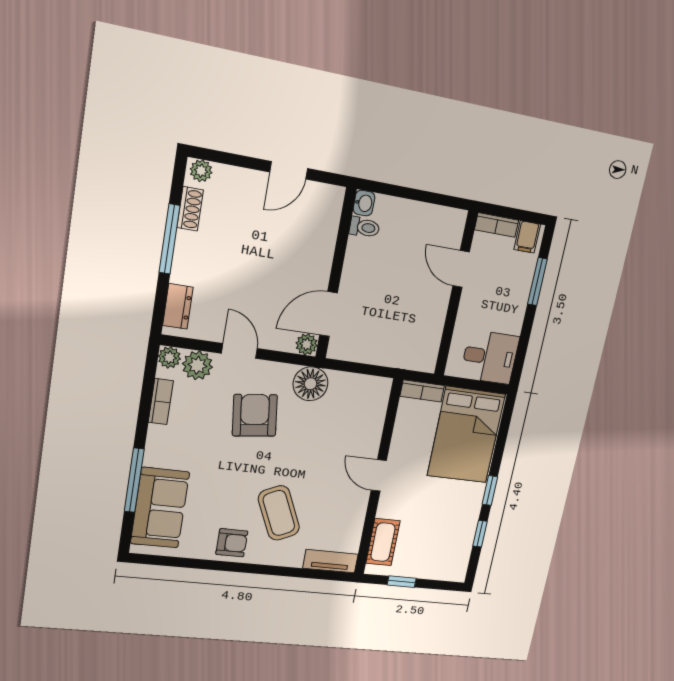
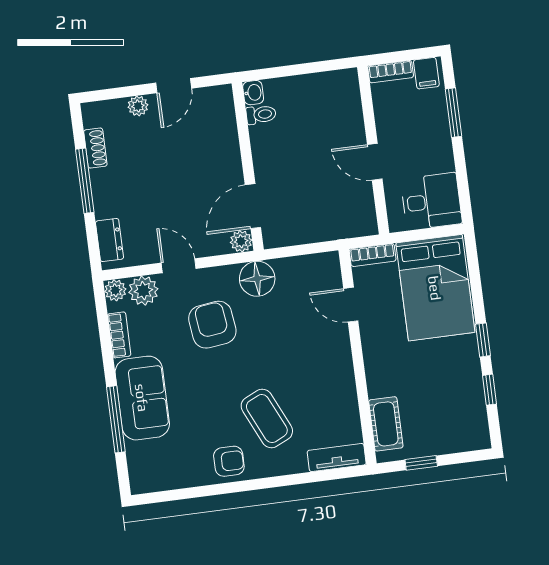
plant: (201, 171) -> (138, 106), moved
door: (461, 269) -> (375, 162), moved
door: (379, 475) -> (351, 305), moved
sofa: (160, 508) -> (142, 398), moved

